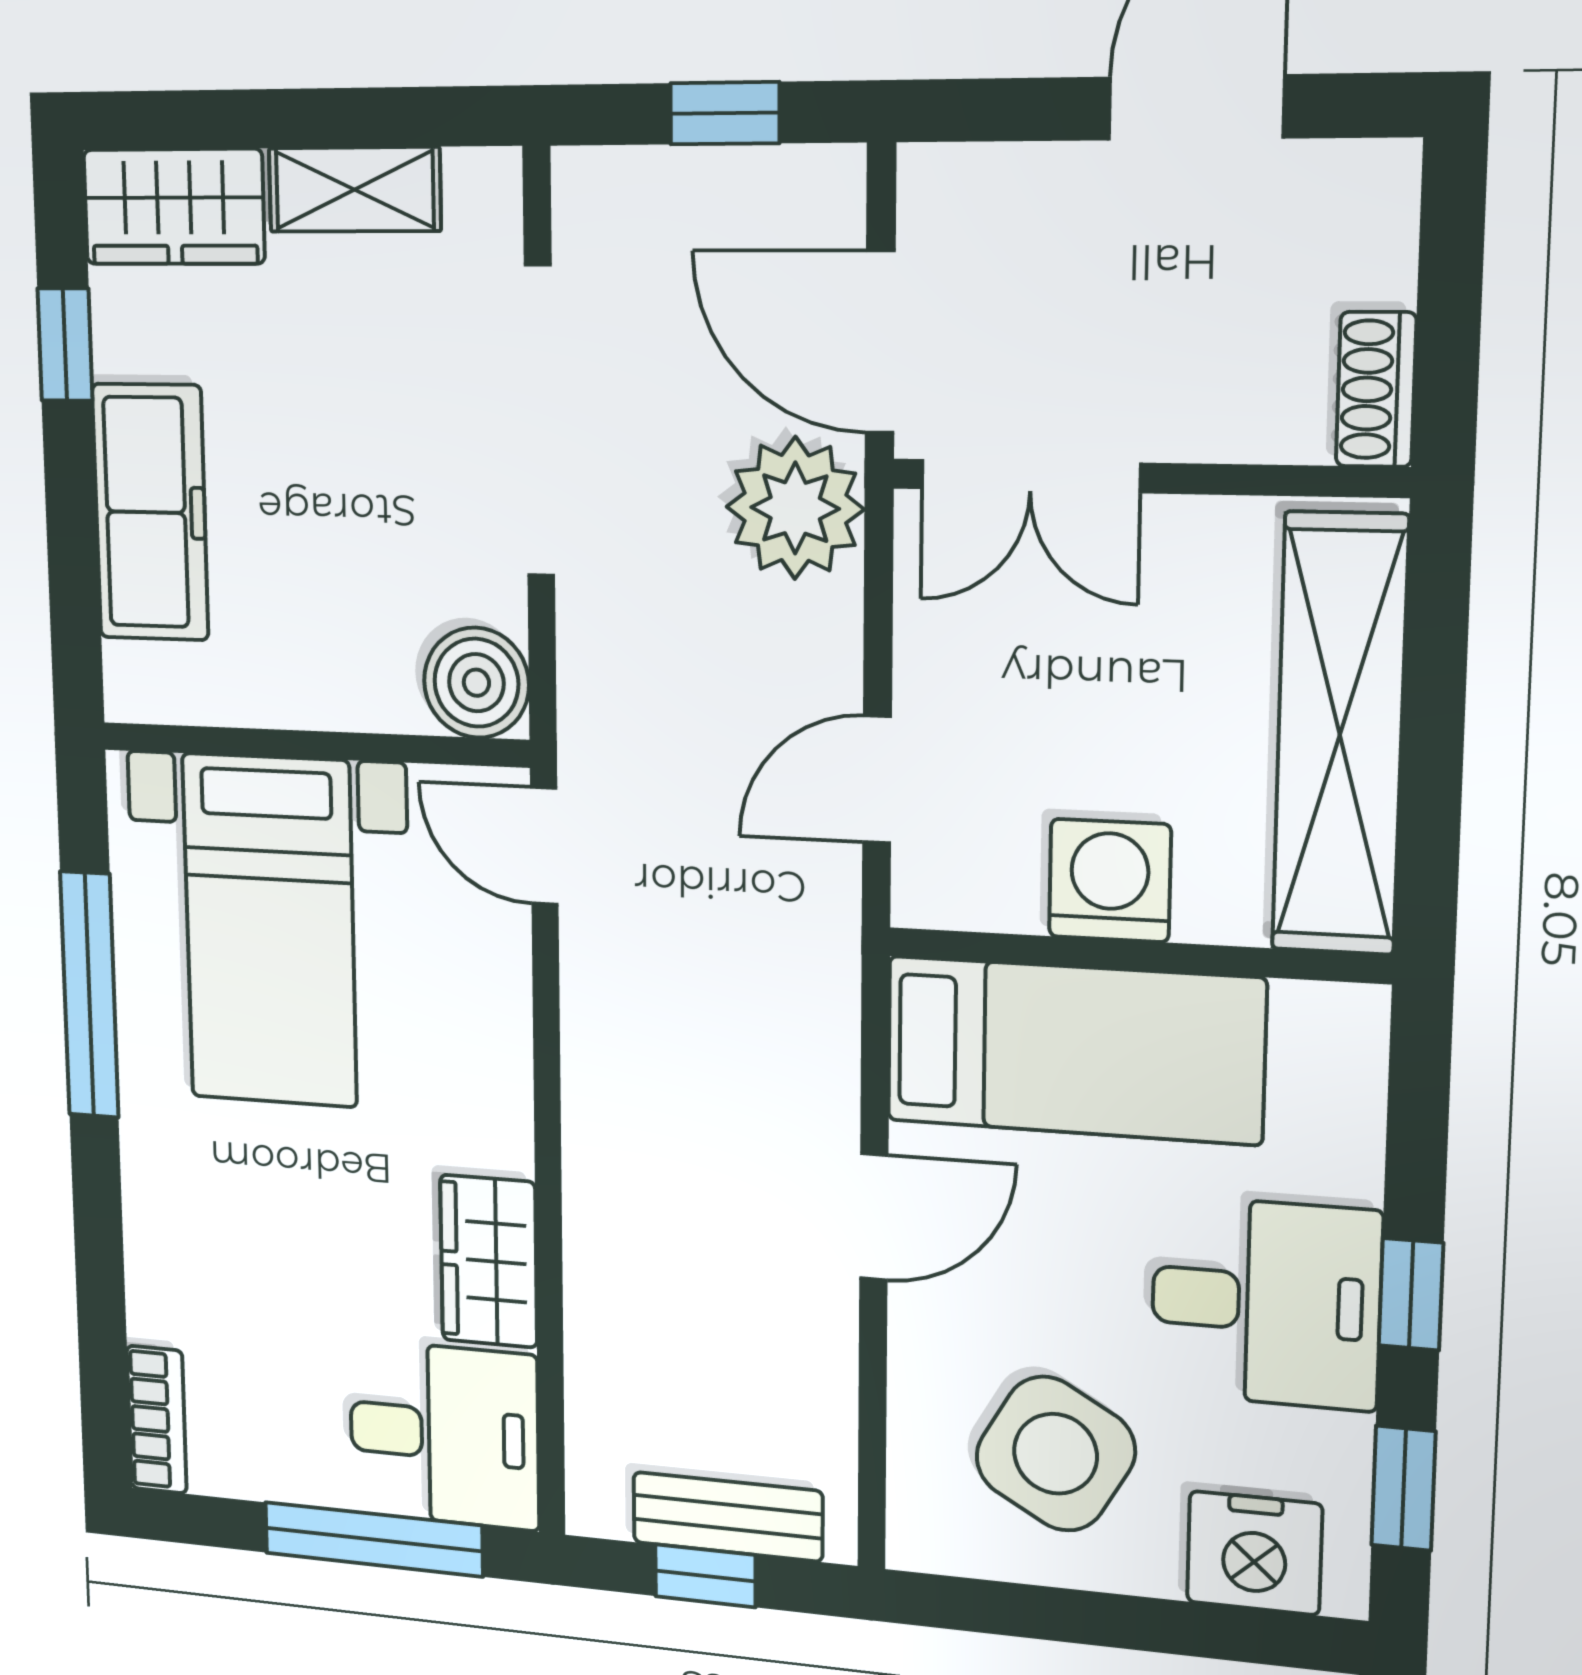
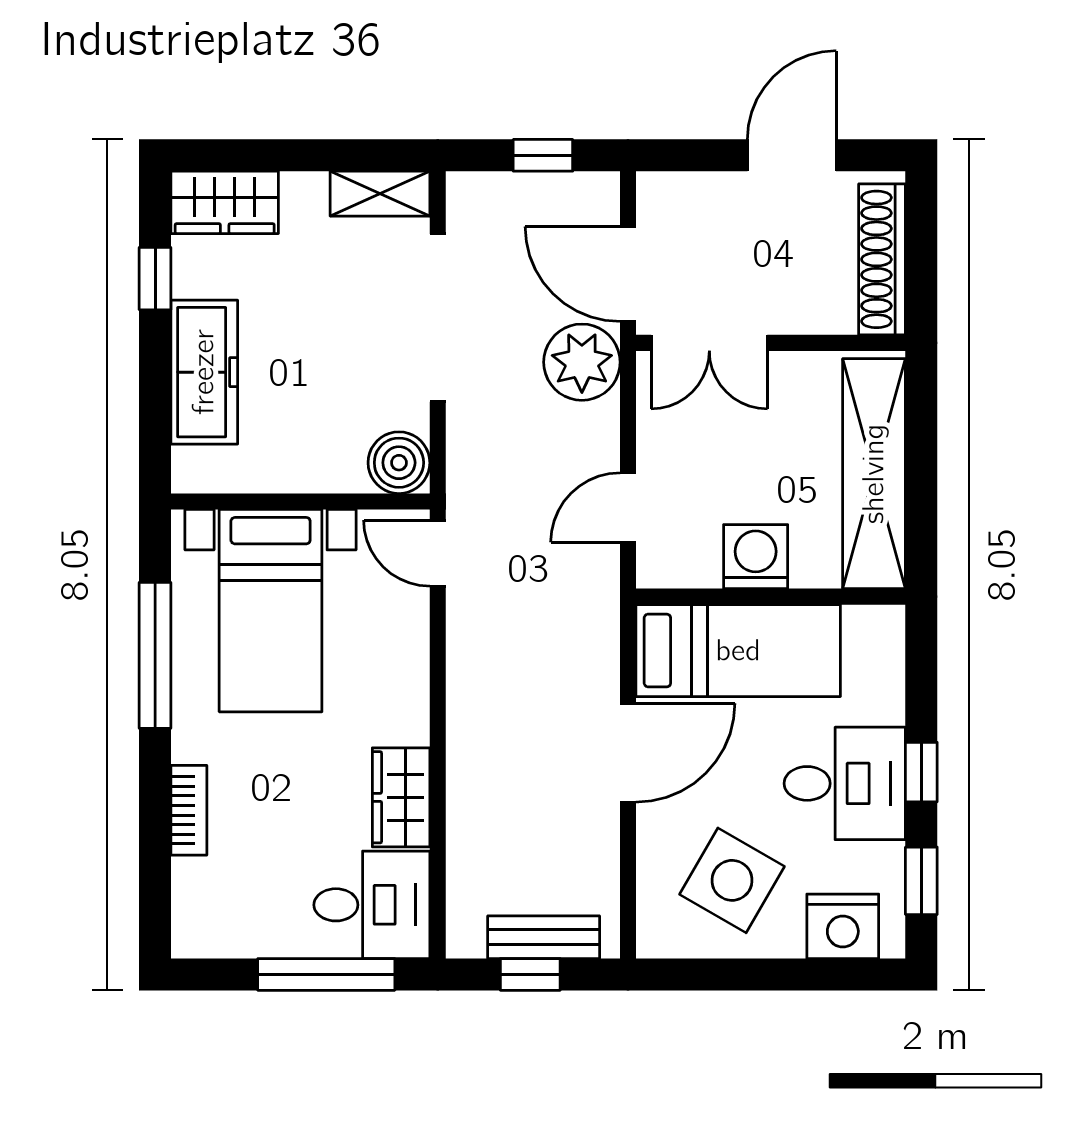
shelving: (355, 190) -> (380, 194), moved
shoe rack: (1376, 389) -> (882, 259), width x1.94, depth x1.24
door: (874, 1217) -> (628, 753), width x1.38
bookcase: (157, 1420) -> (189, 810), moved

